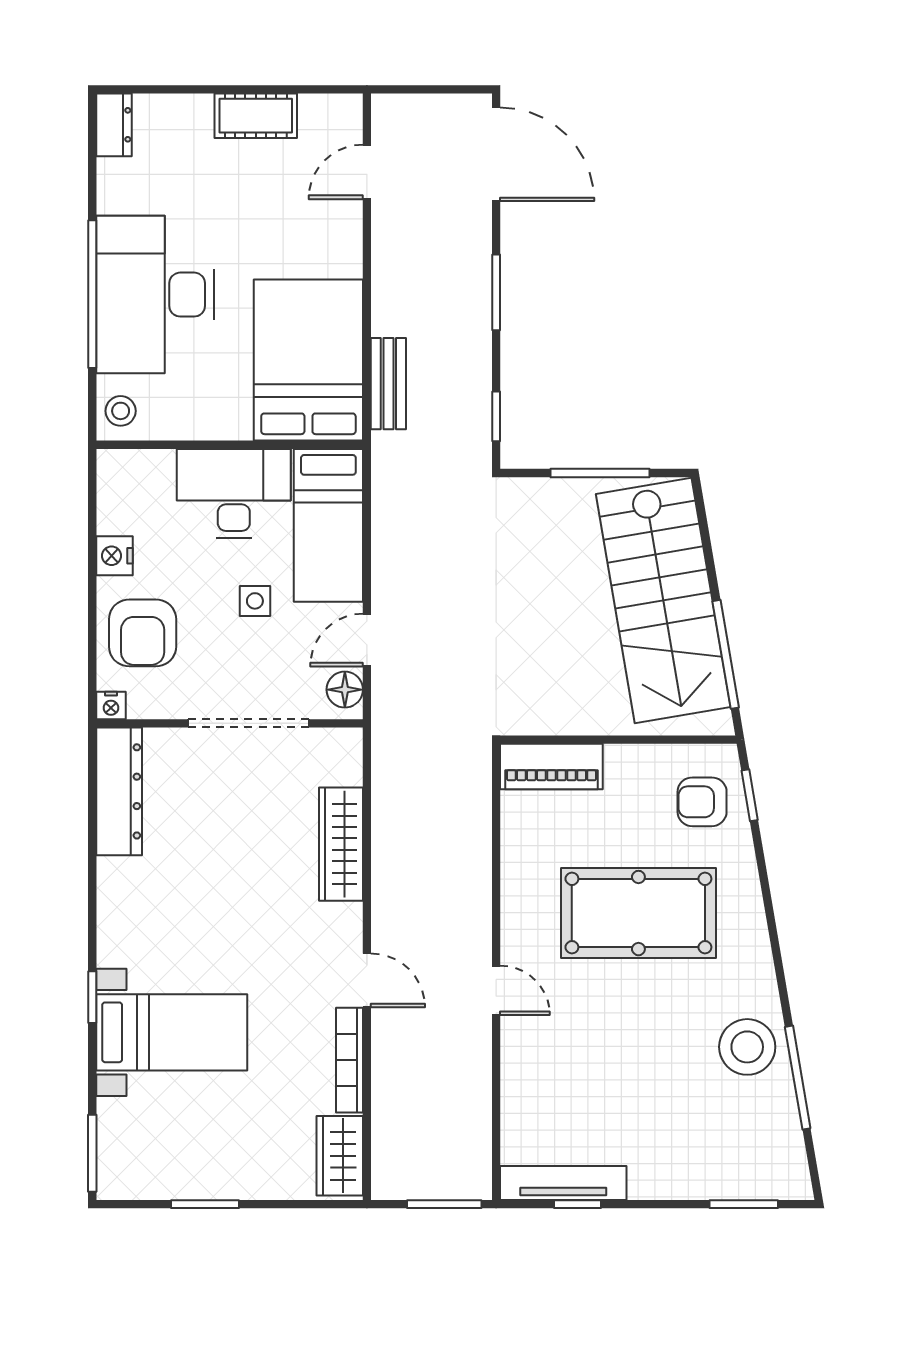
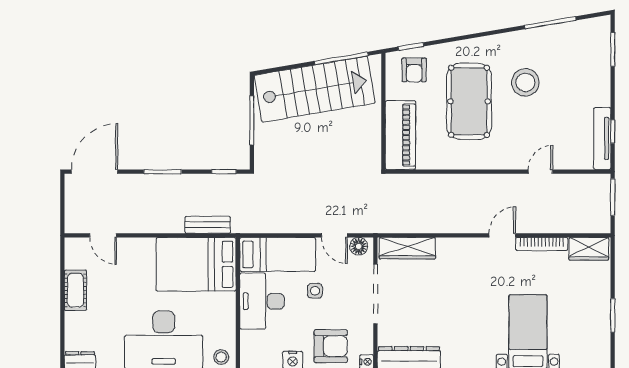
piano: (551, 767) -> (400, 135), width x1.37, depth x1.33
wardrobe: (341, 844) -> (407, 248), moved
door: (496, 990) -> (540, 172), moved
stool: (747, 1047) -> (525, 82), moved

